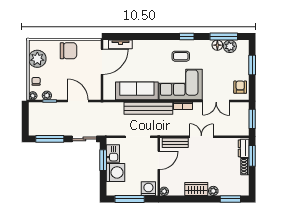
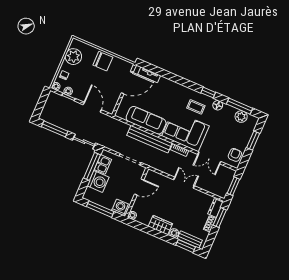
floor lamp: (217, 45) -> (218, 105), moved
bench: (175, 143) -> (190, 240), moved
window: (103, 160) -> (92, 166), width x1.44

